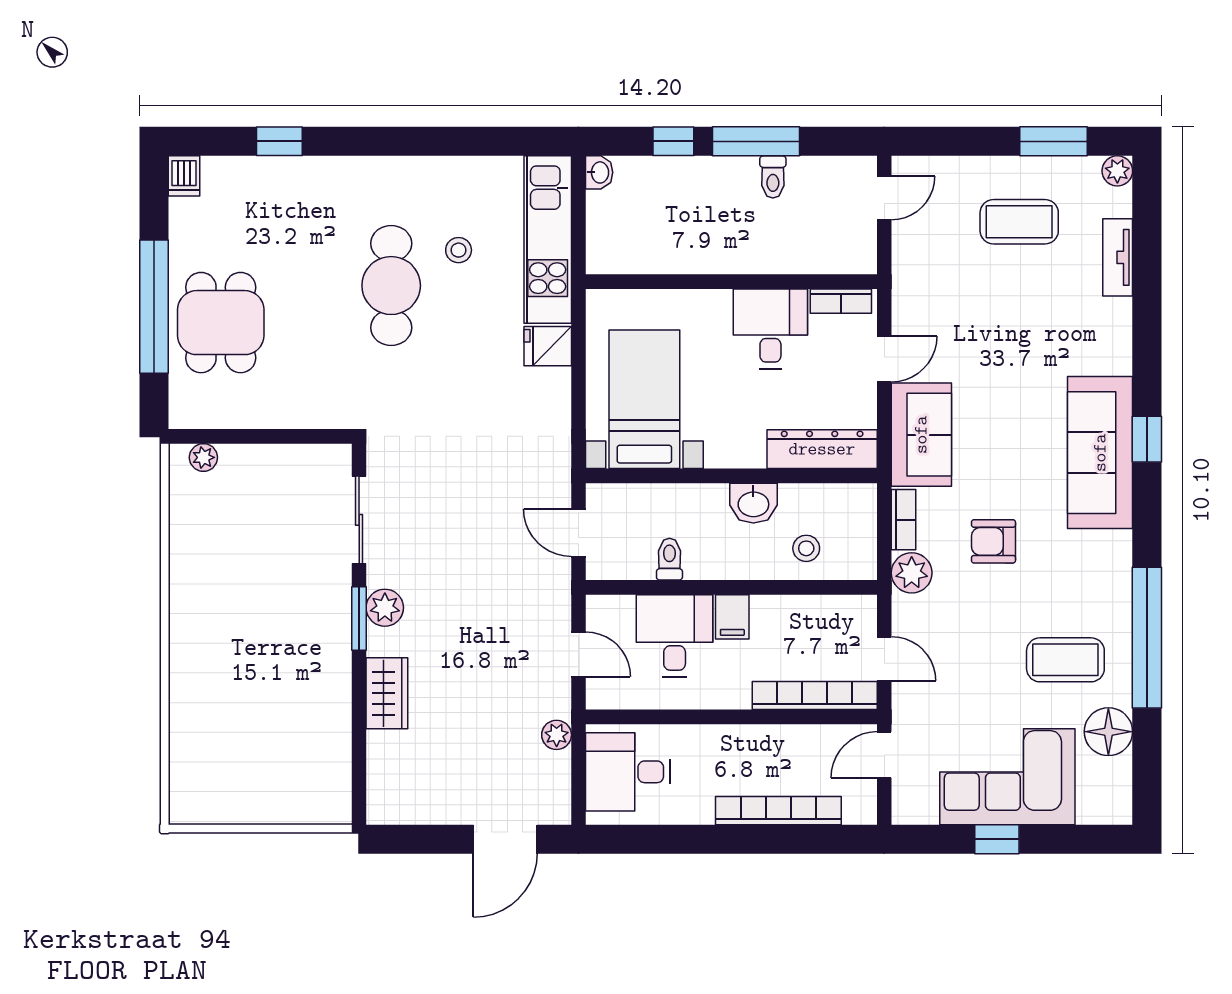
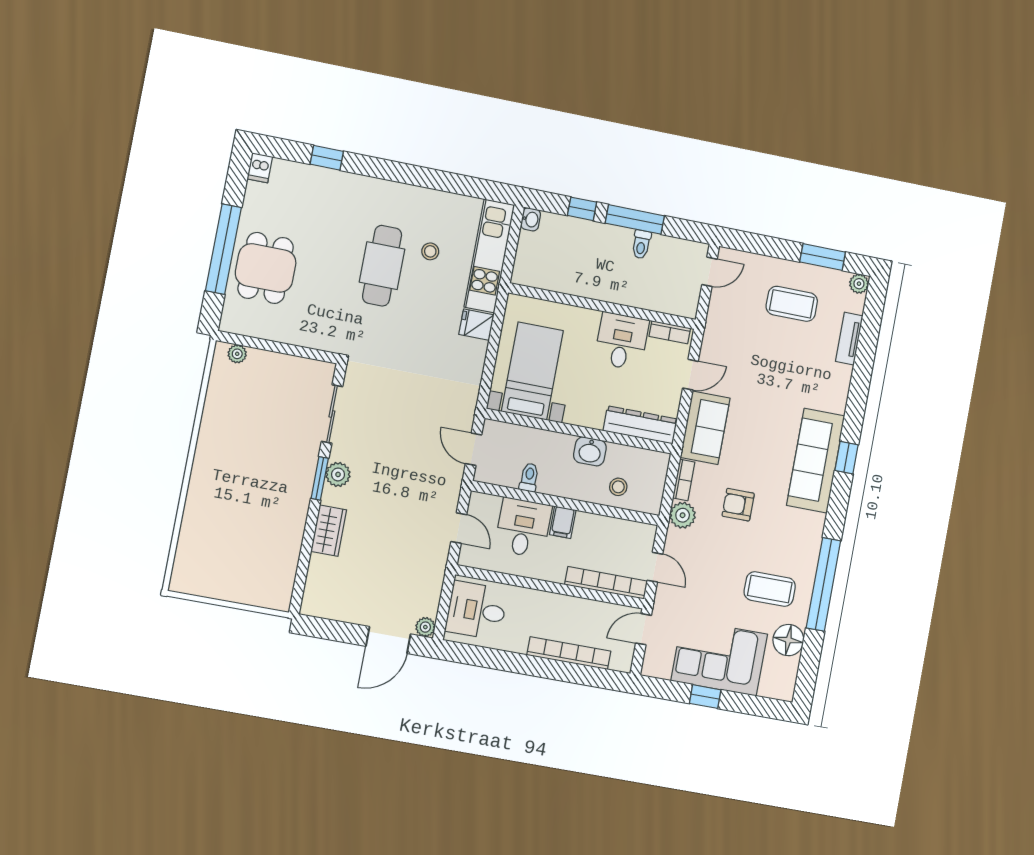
plant: (557, 735) -> (425, 627), moved

